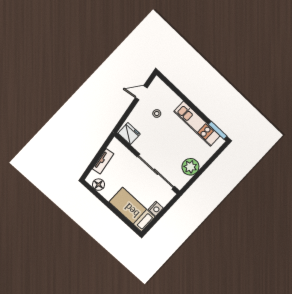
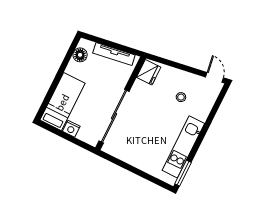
door: (141, 93) -> (215, 77), moved
tv unit: (103, 161) -> (114, 54), width x1.41
plant: (190, 167) -> (131, 154), removed

